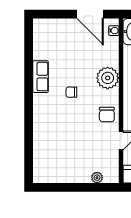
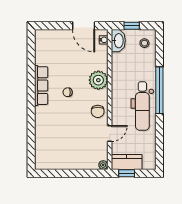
row of seats: (41, 77) -> (41, 86), width x1.48
plant: (97, 178) -> (103, 165), moved

